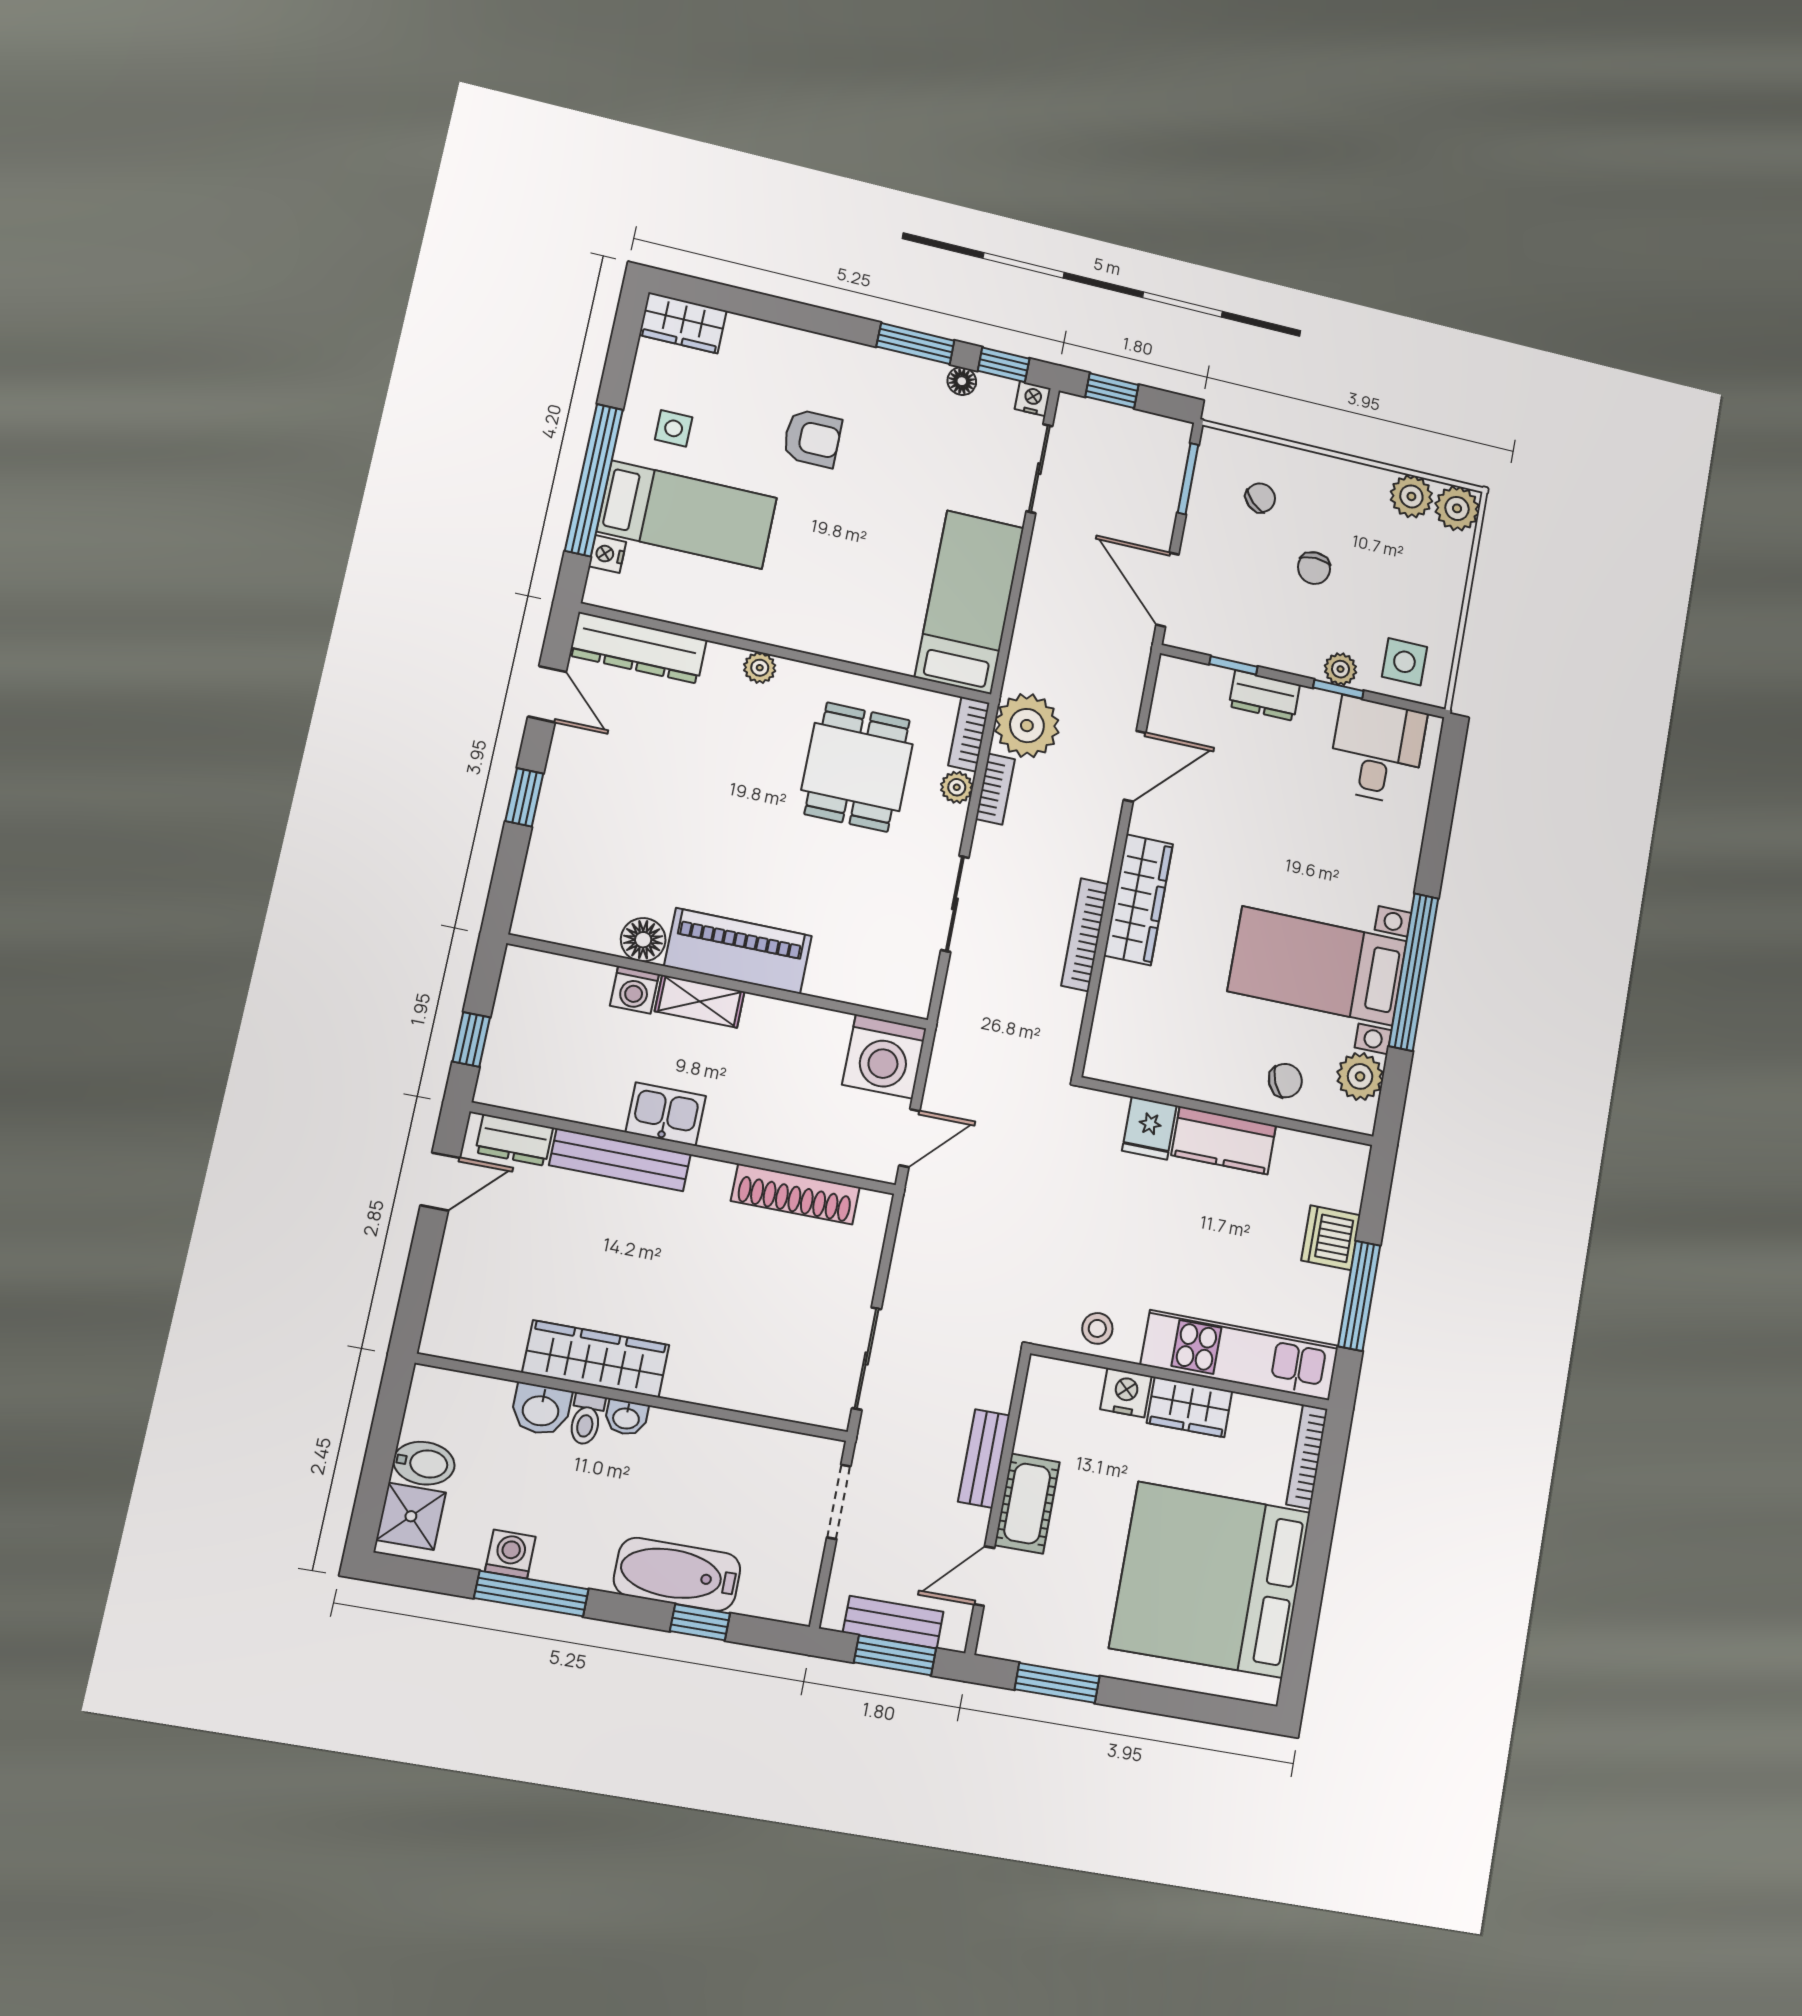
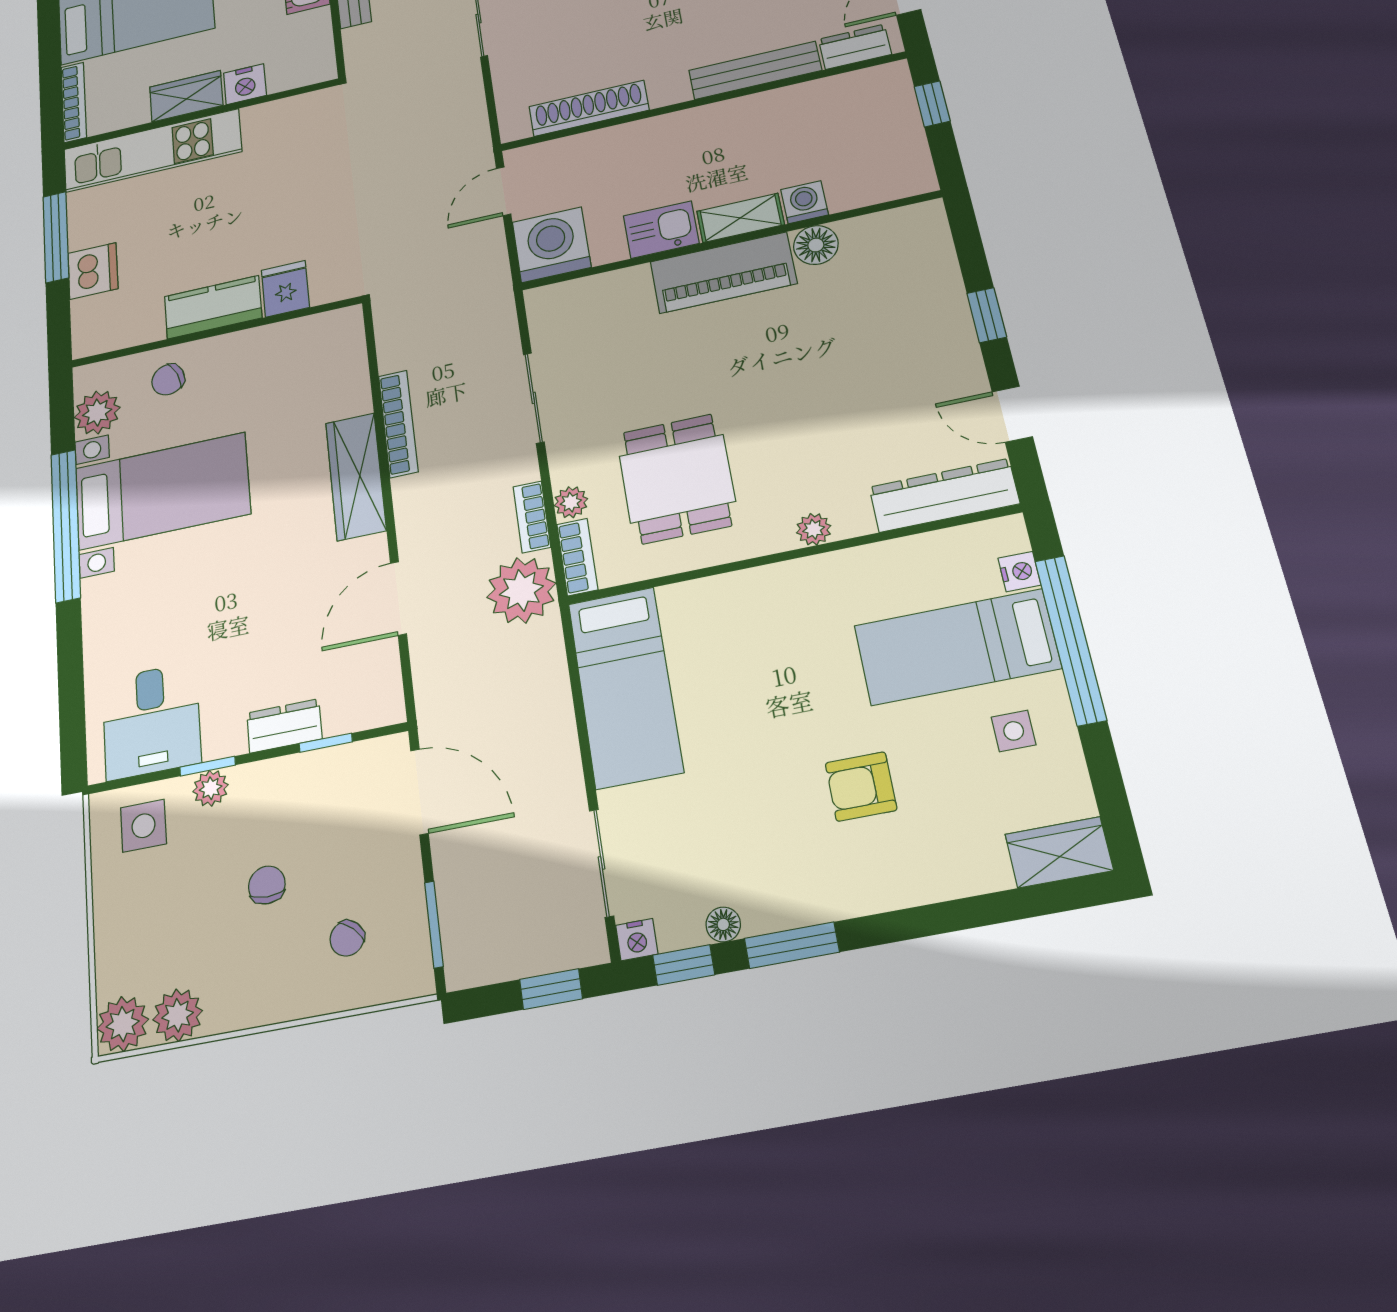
kitchen sink: (666, 1114) -> (661, 230), moved, turned 180
stool: (1097, 1328) -> (285, 119), removed

